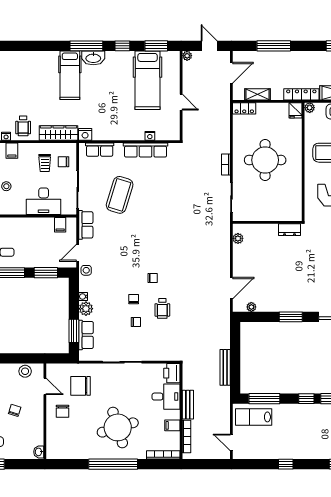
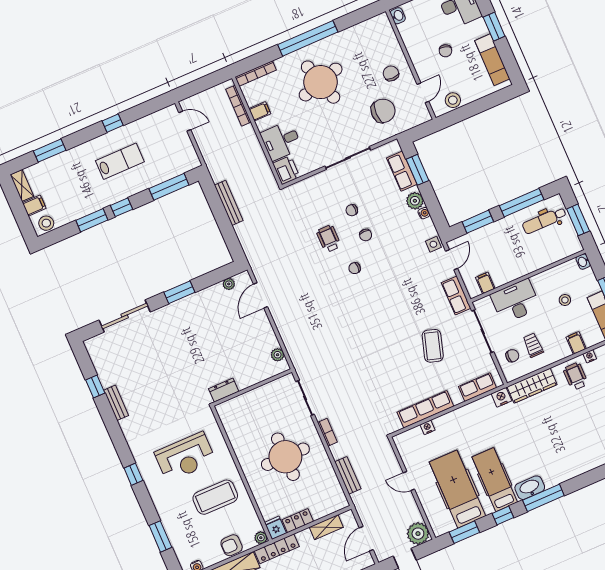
plant: (187, 56) -> (418, 534), width x1.87, depth x1.87
hospital bed: (70, 75) -> (495, 480), moved
locker: (244, 108) -> (298, 521), moved
coffee table: (120, 195) -> (433, 346), width x0.73, depth x0.76
door: (45, 386) -> (423, 93), swing flipped
bench: (188, 405) -> (348, 475), moved
lab bench: (254, 417) -> (120, 161), moved

